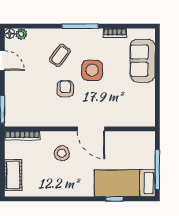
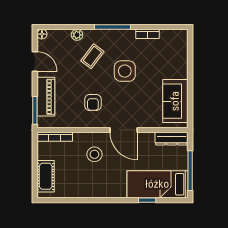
plant: (21, 34) -> (77, 35), moved
sofa: (143, 61) -> (175, 101), moved
armchair: (65, 89) -> (93, 102), moved, turned 180
piano: (13, 96) -> (46, 97), added
dresser: (139, 138) -> (171, 139), added

